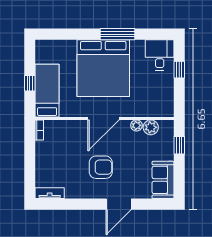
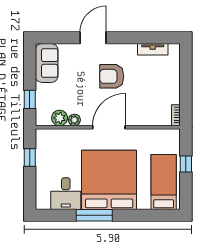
desk: (160, 55) -> (66, 194), moved
window: (179, 70) -> (30, 157), moved
bed: (47, 91) -> (164, 182), moved, turned 180
tv unit: (50, 193) -> (153, 49), moved

